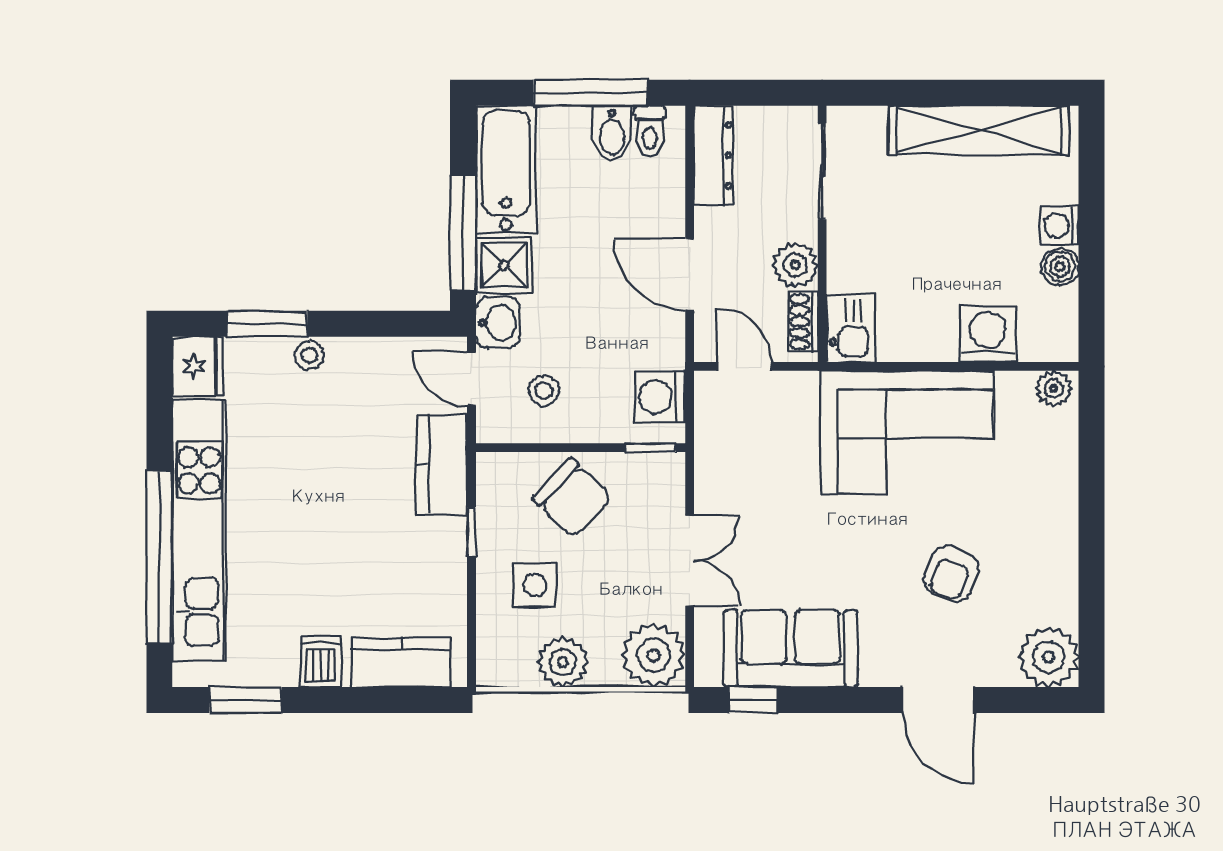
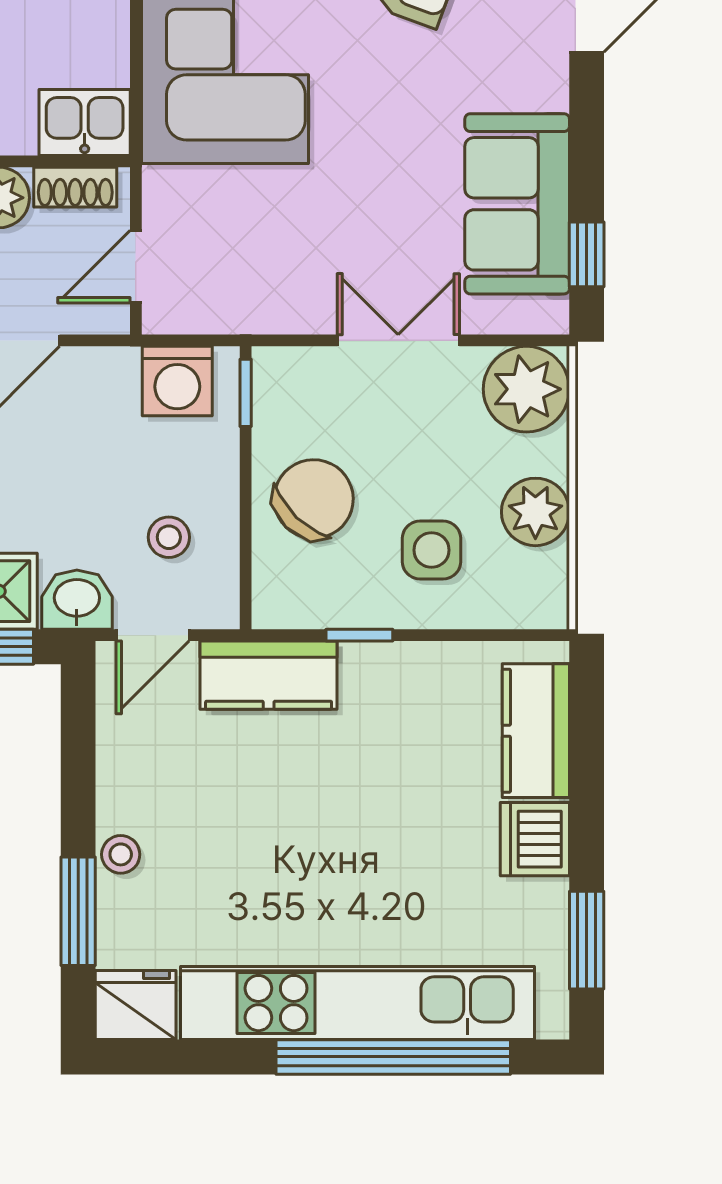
dishwasher: (321, 662) -> (535, 839), width x1.38

